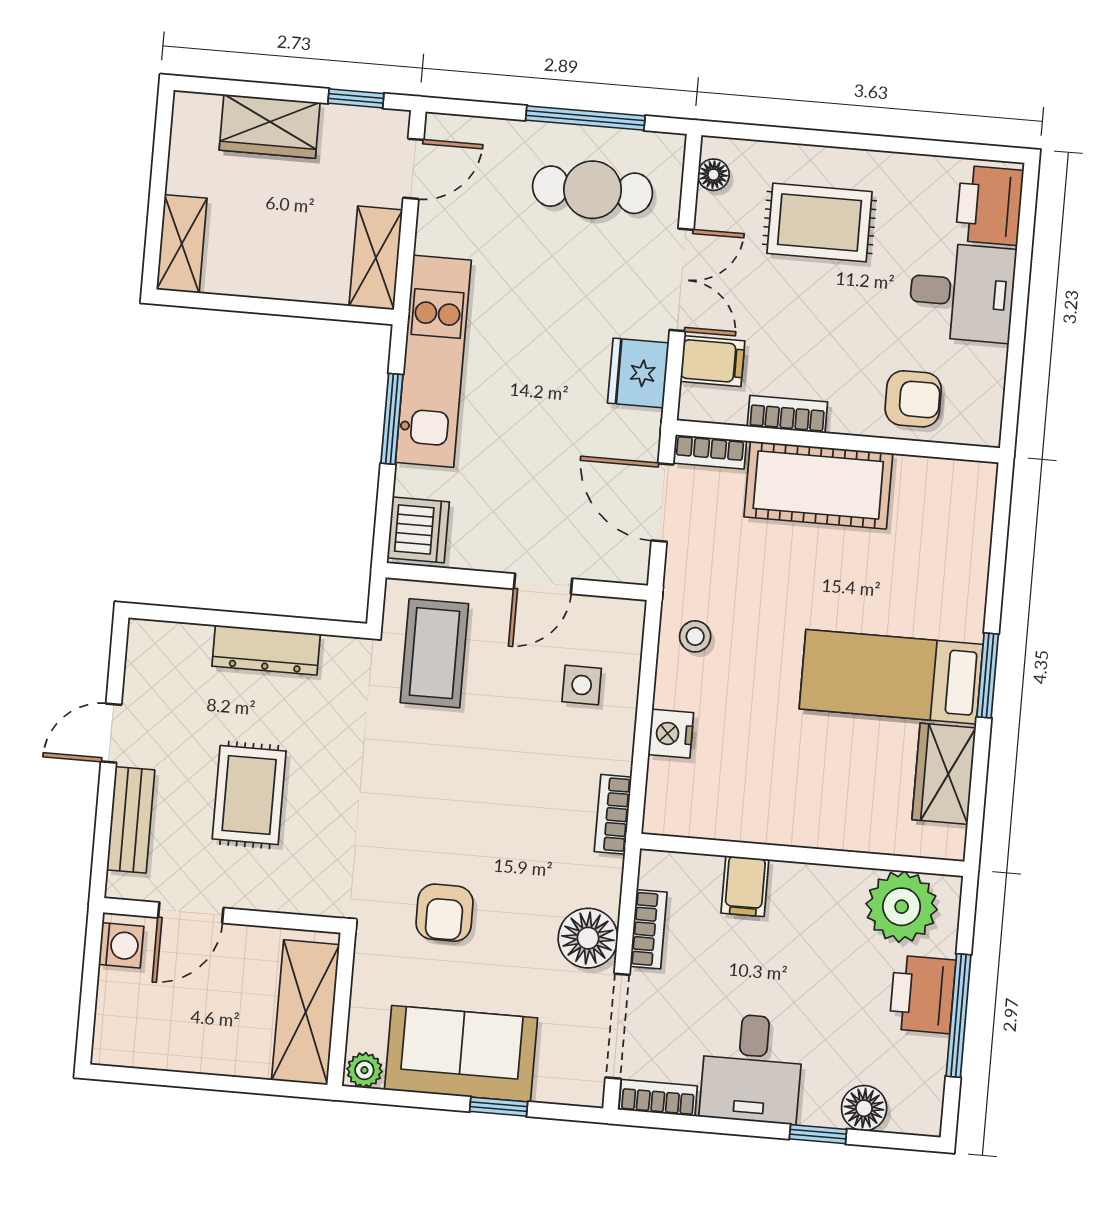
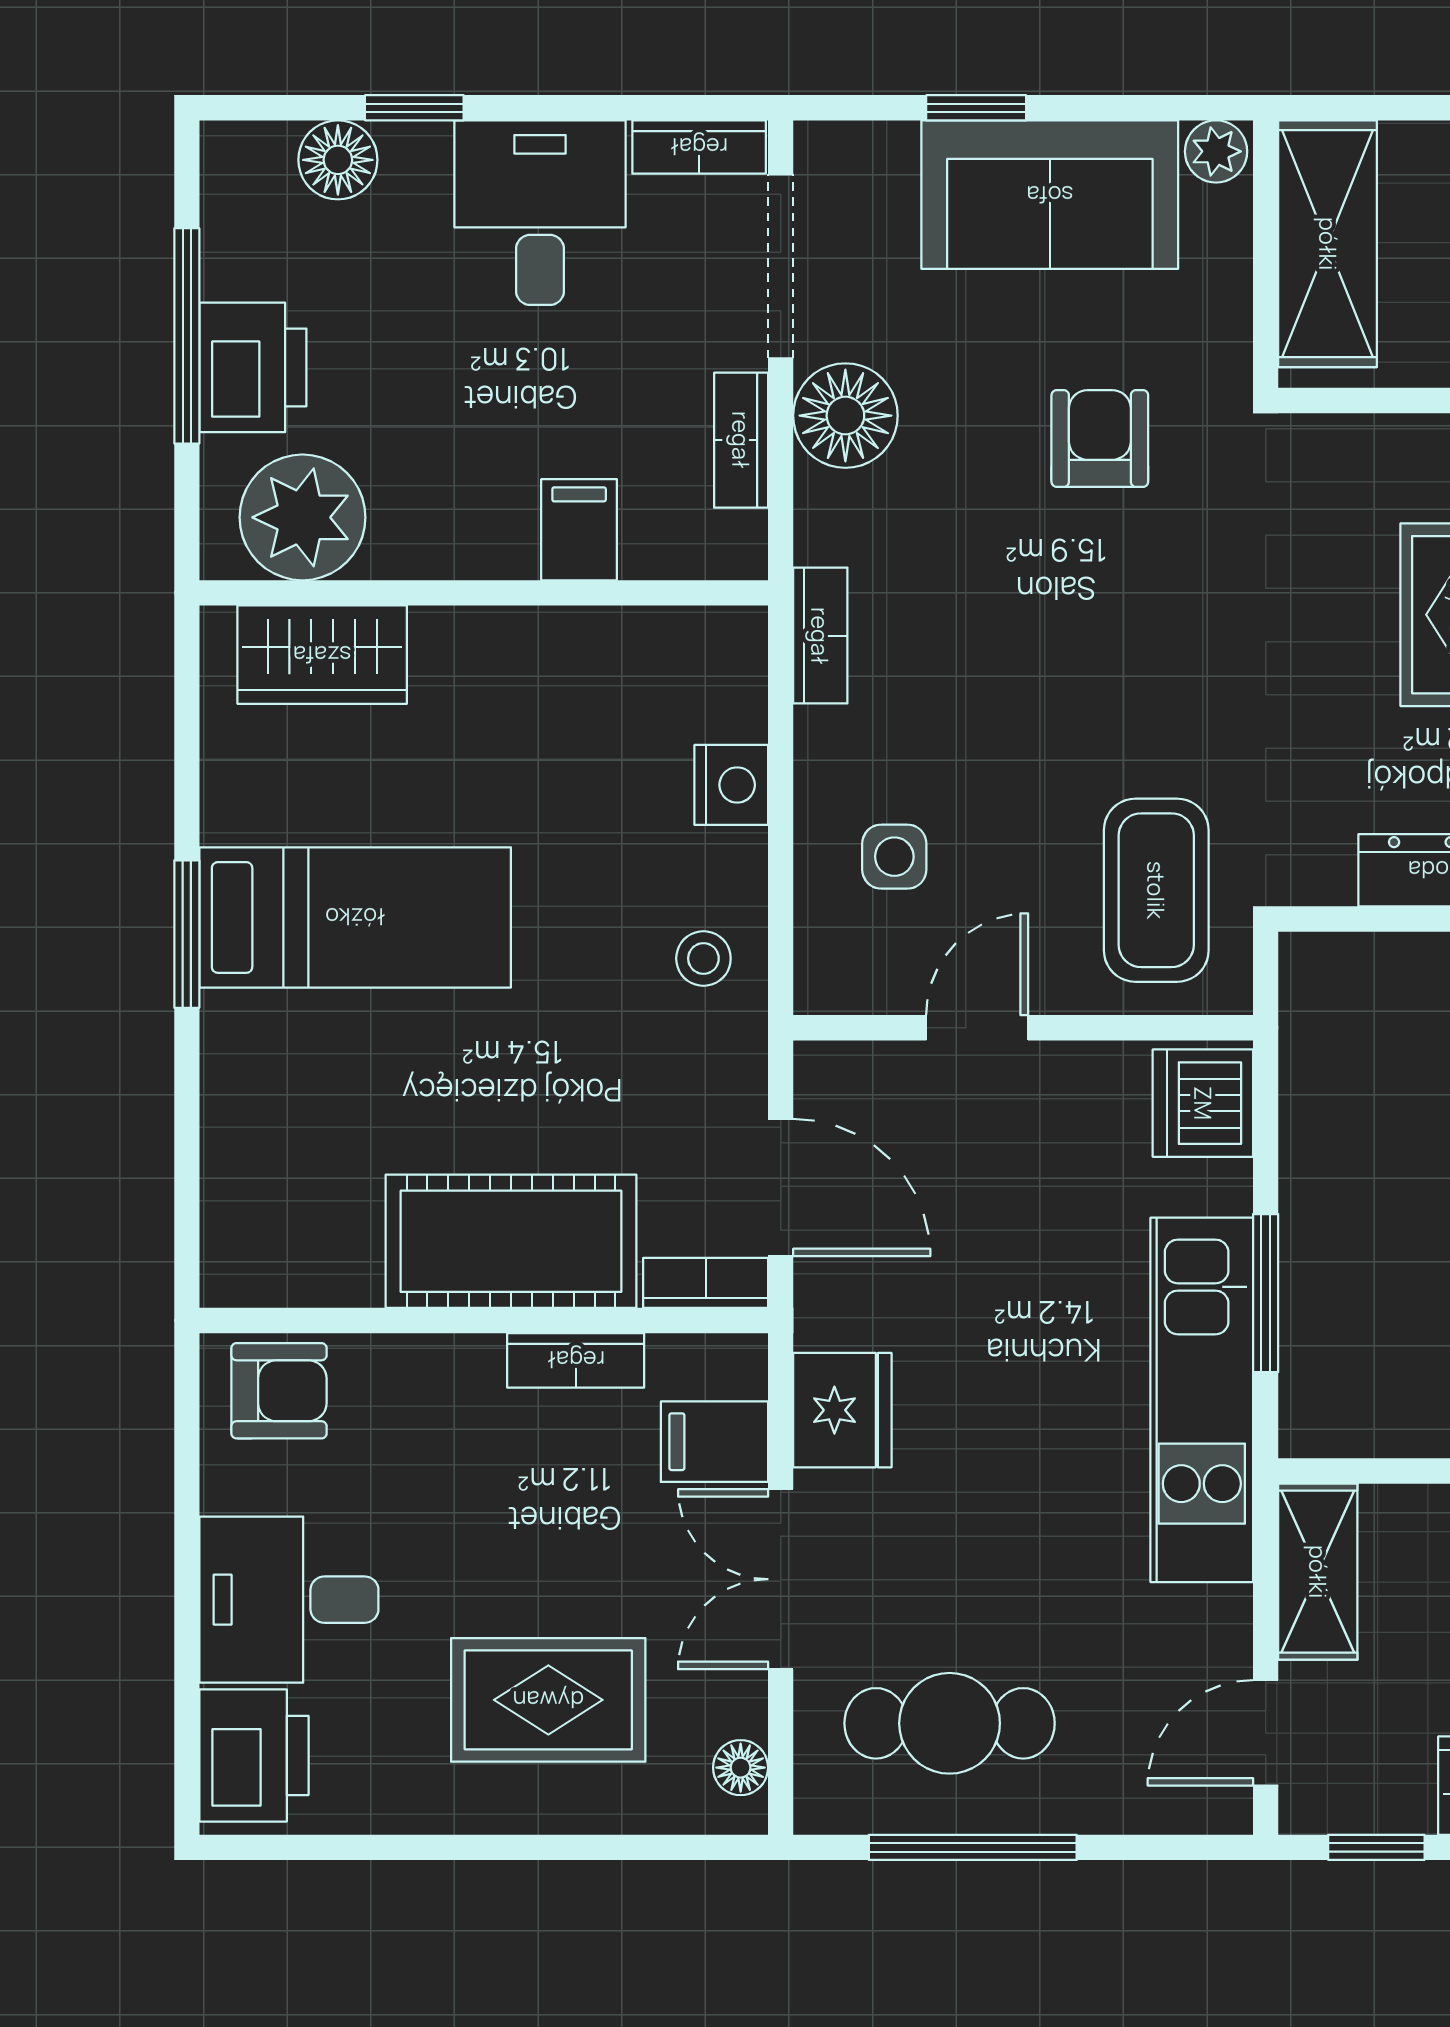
armchair: (913, 399) -> (279, 1391), moved, turned 180
wardrobe: (944, 774) -> (322, 655), moved, turned 90

